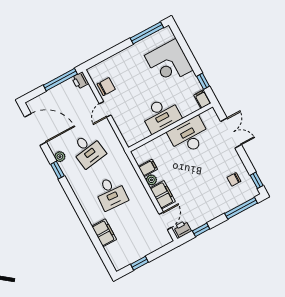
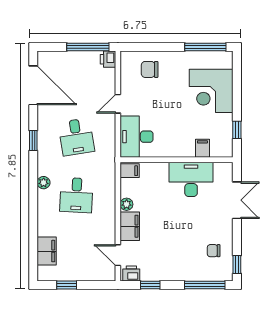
chair: (106, 87) -> (150, 69), moved, turned 180
filing cabinet: (202, 99) -> (202, 148), moved
desk: (161, 115) -> (137, 137), moved, turned 90
plant: (60, 157) -> (44, 183), moved
filing cabinet: (148, 168) -> (130, 171), moved
door: (165, 221) -> (118, 255), swing flipped
filing cabinet: (104, 233) -> (47, 251), moved

